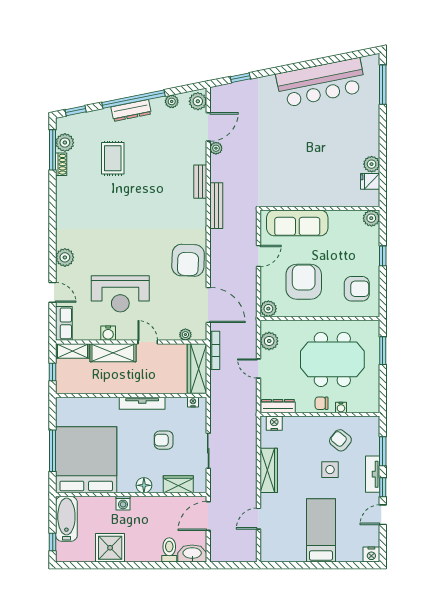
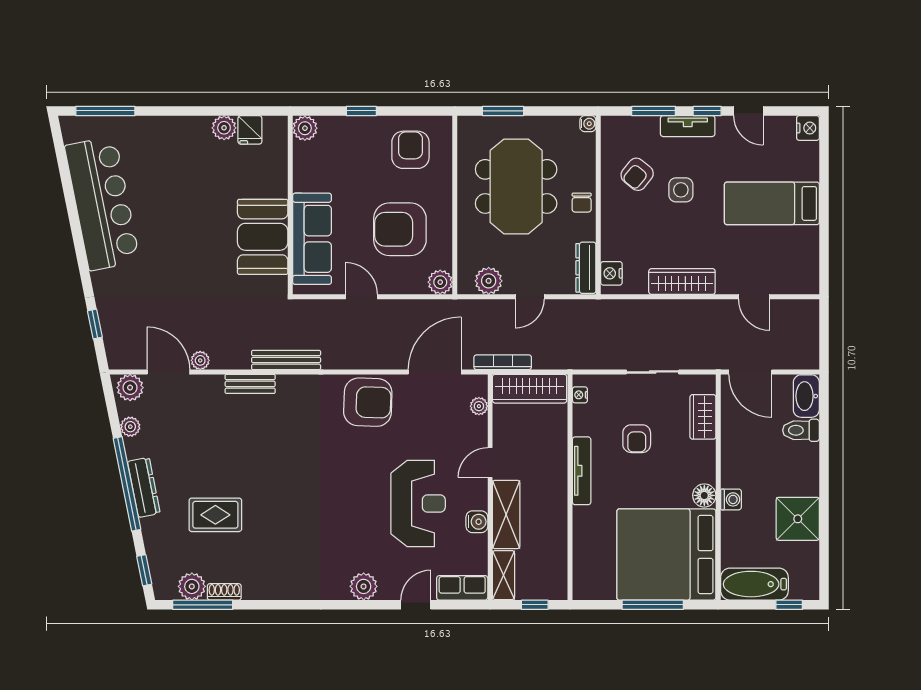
booth: (299, 190) -> (263, 237), added
water cooler: (341, 407) -> (588, 124), moved
floor lamp: (144, 485) -> (704, 495), moved

